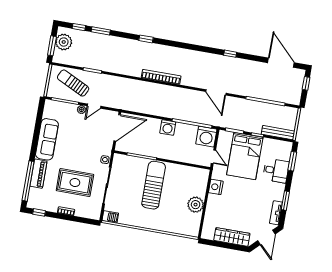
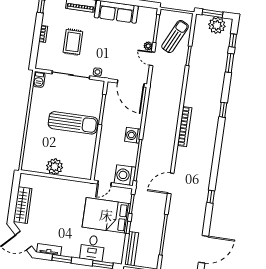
rug: (75, 183) -> (73, 42), width x0.73, depth x0.70
nightstand: (216, 187) -> (73, 187), removed

